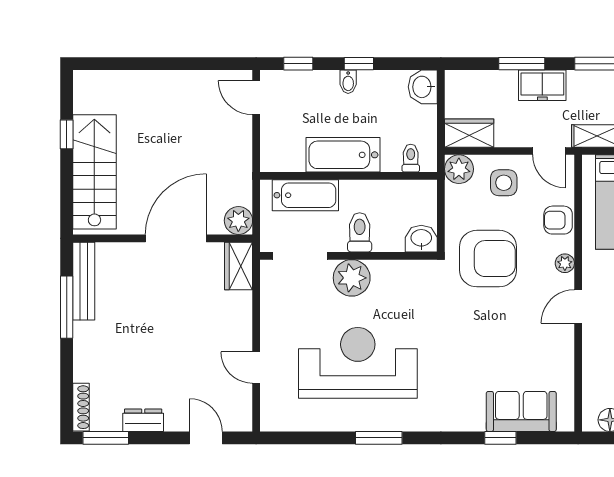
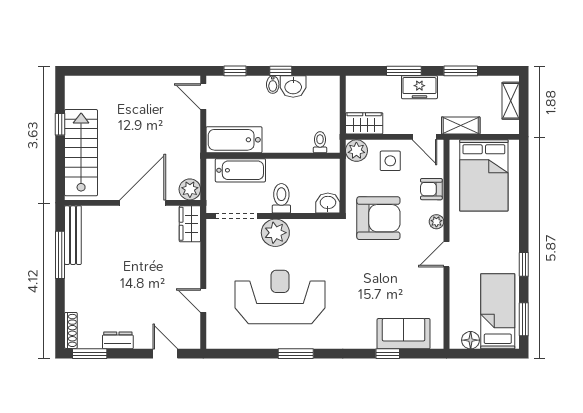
washbasin: (423, 87) -> (293, 86), moved, turned -90
bathtub: (343, 155) -> (234, 140), moved

